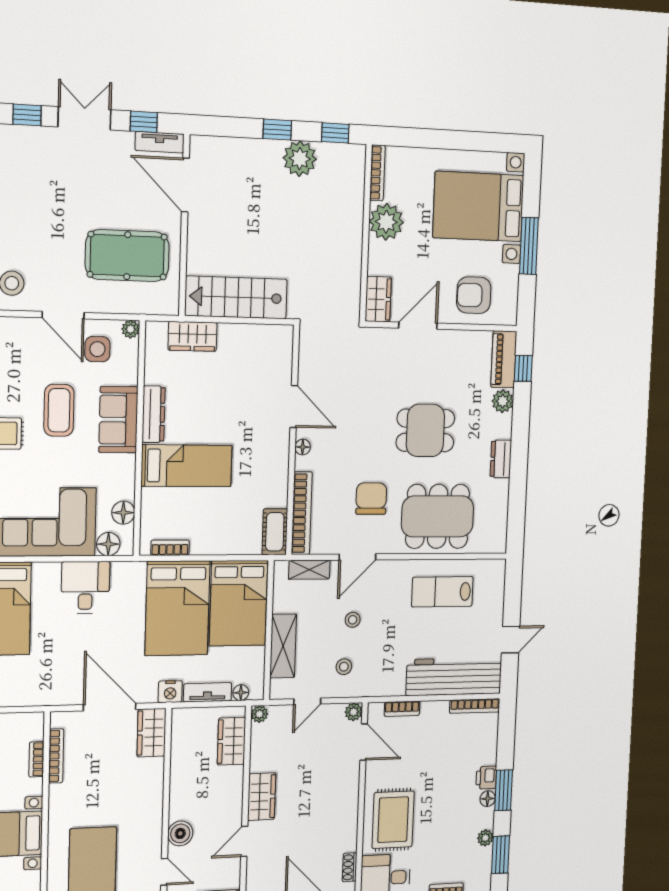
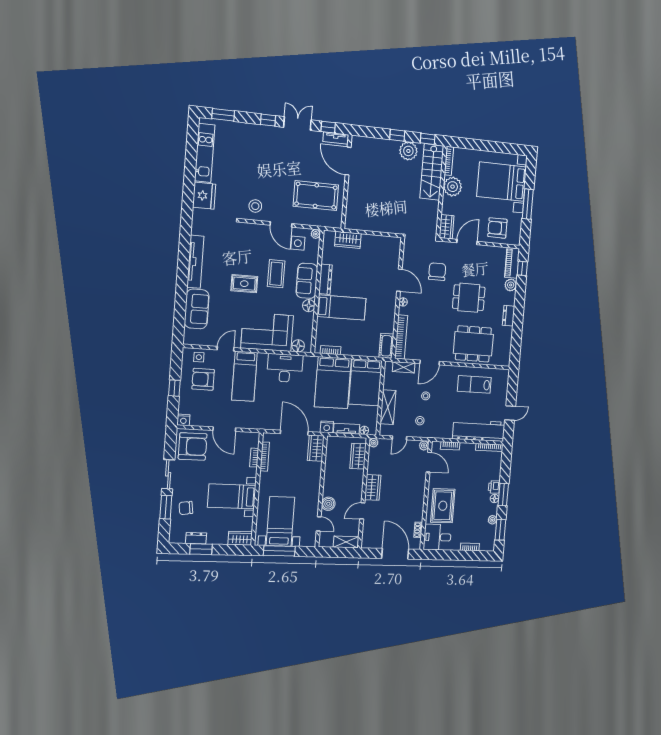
stairs: (236, 297) -> (432, 172), moved, turned -90
chair: (371, 499) -> (437, 272), moved
floor lamp: (123, 513) -> (309, 306), moved
desk: (85, 588) -> (285, 368), width x1.37

